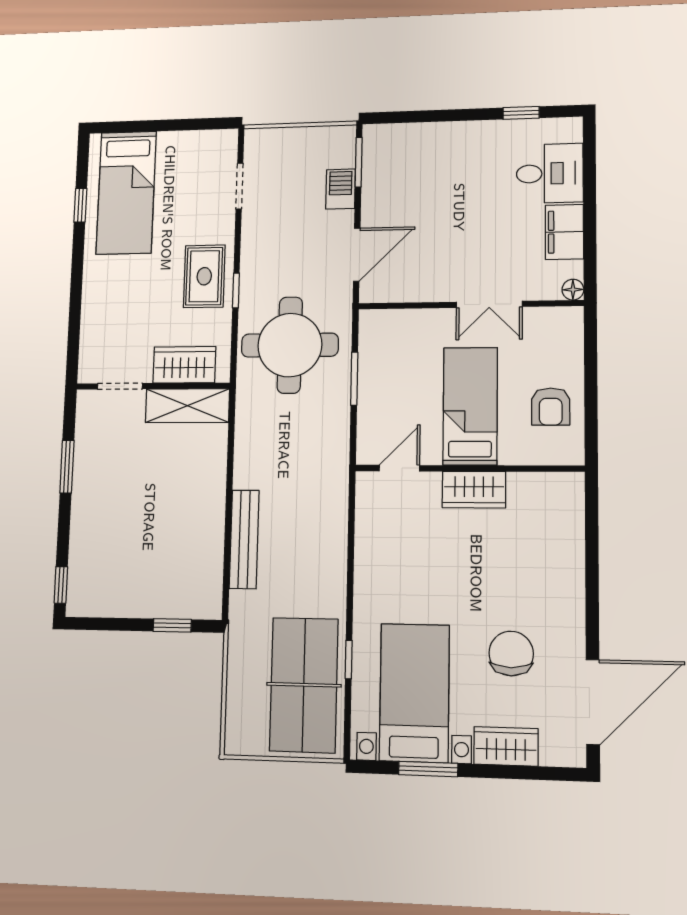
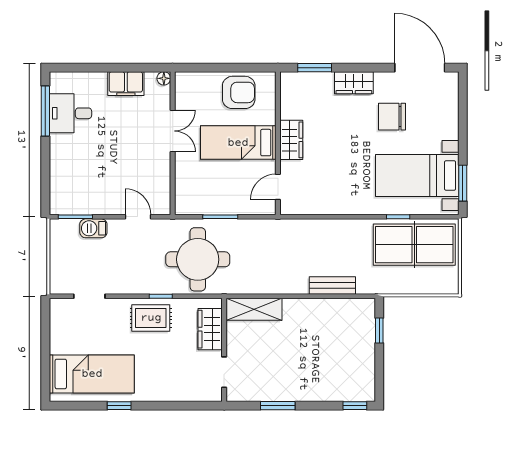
window: (521, 113) -> (45, 111), width x2.17
desk: (550, 173) -> (70, 113), moved, turned -90
window: (80, 205) -> (119, 406), moved
door: (357, 255) -> (138, 217), width x0.73
shelving: (187, 406) -> (254, 309), moved, turned 90
armchair: (551, 406) -> (239, 92), width x1.38, depth x1.38
door: (399, 468) -> (278, 187), hinge flipped
window: (592, 528) -> (315, 68), added
bench: (244, 539) -> (332, 285), width x0.73
wardrobe: (506, 746) -> (354, 83), moved, turned -90
window: (428, 769) -> (463, 183), moved

